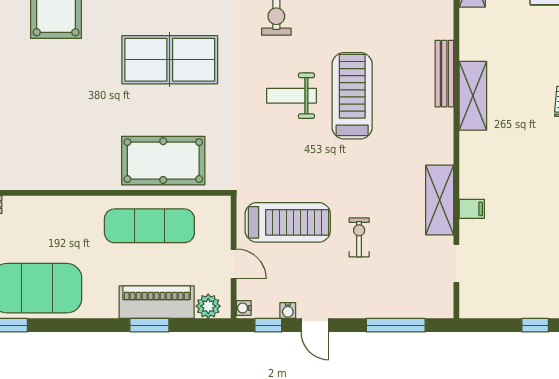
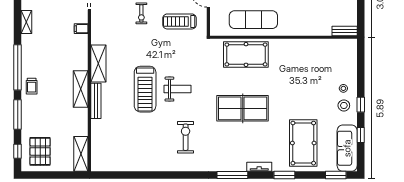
shelving: (440, 200) -> (98, 64), moved
treadmill: (288, 222) -> (180, 21), width x0.73, depth x0.73

